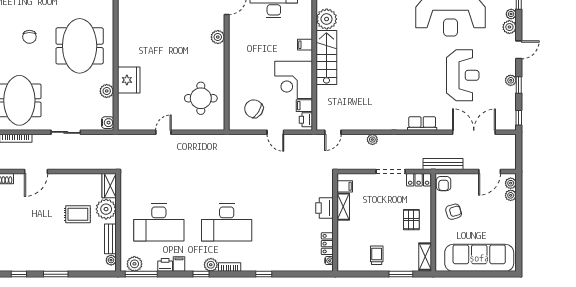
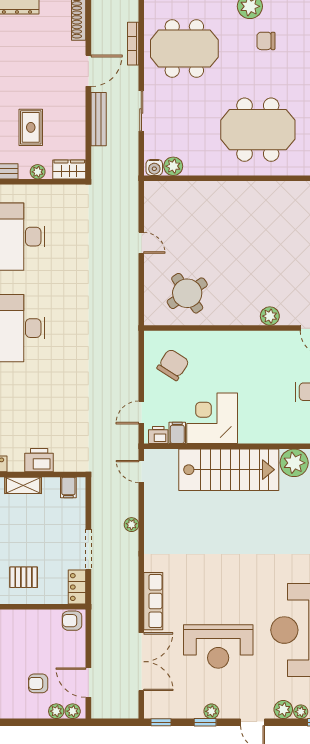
chair: (29, 37) -> (266, 41), moved
filing cabinet: (305, 45) -> (259, 434), removed
stairs: (326, 58) -> (229, 470), width x1.36, depth x1.51
fridge: (129, 80) -> (212, 196), removed
plant: (107, 91) -> (173, 166), moved
round table: (201, 98) -> (187, 293), turned -34
row of seats: (422, 123) -> (153, 601), width x1.48
door: (275, 132) -> (141, 412), moved
bench: (443, 164) -> (99, 119), moved
door: (36, 171) -> (88, 71), swing flipped
shelving: (343, 207) -> (23, 485), moved
plant: (106, 209) -> (38, 172), width x0.53, depth x0.53
armchair: (454, 212) -> (38, 683), moved, turned 106

